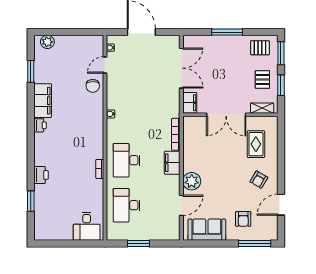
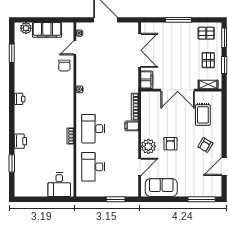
filing cabinet: (43, 101) -> (47, 30), moved, turned 90
filing cabinet: (172, 163) -> (132, 126), width x0.50
armchair: (243, 219) -> (170, 144), moved
window: (139, 243) -> (116, 199), moved

